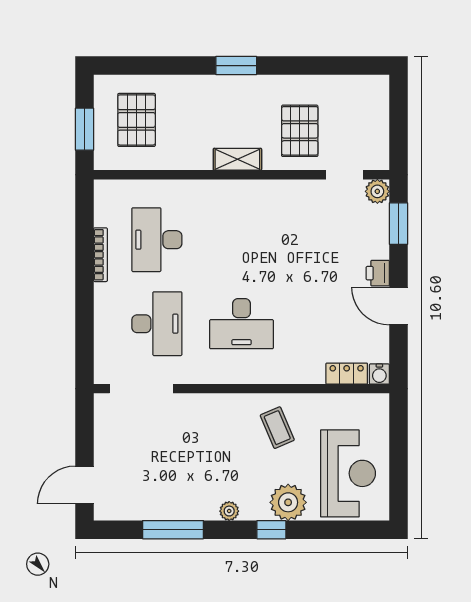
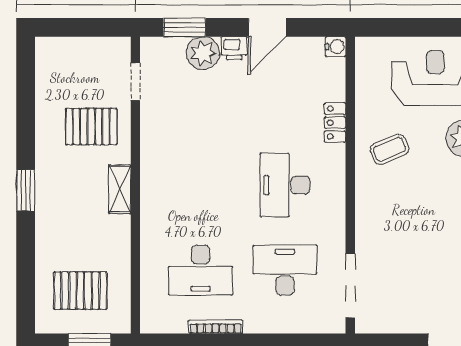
plant: (377, 191) -> (203, 53), moved, width x1.36, depth x1.36
desk: (242, 324) -> (285, 185), turned 180
locker: (347, 374) -> (335, 123), moved

